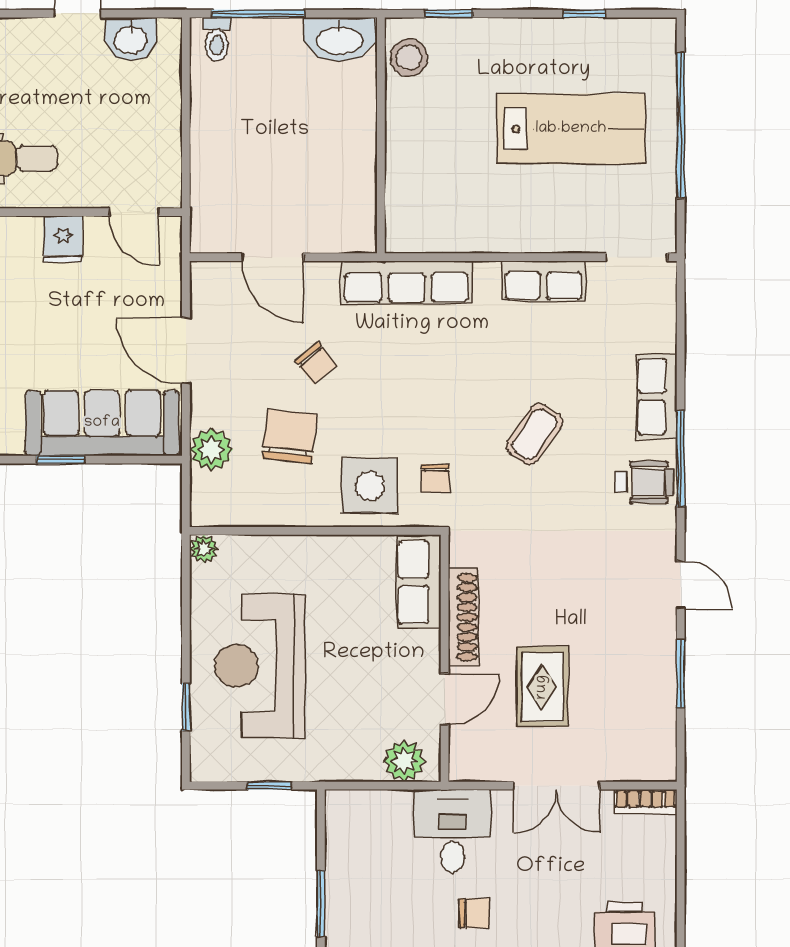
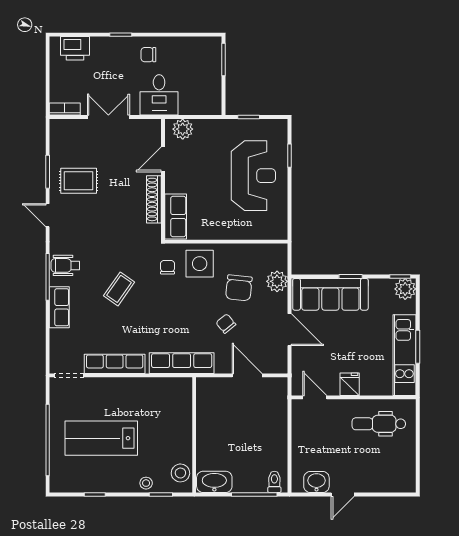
stool: (479, 37) -> (146, 483), added
row of seats: (543, 281) -> (115, 364), width x1.48
plant: (204, 549) -> (281, 233), removed
rug: (542, 687) -> (79, 181), moved, turned 90

